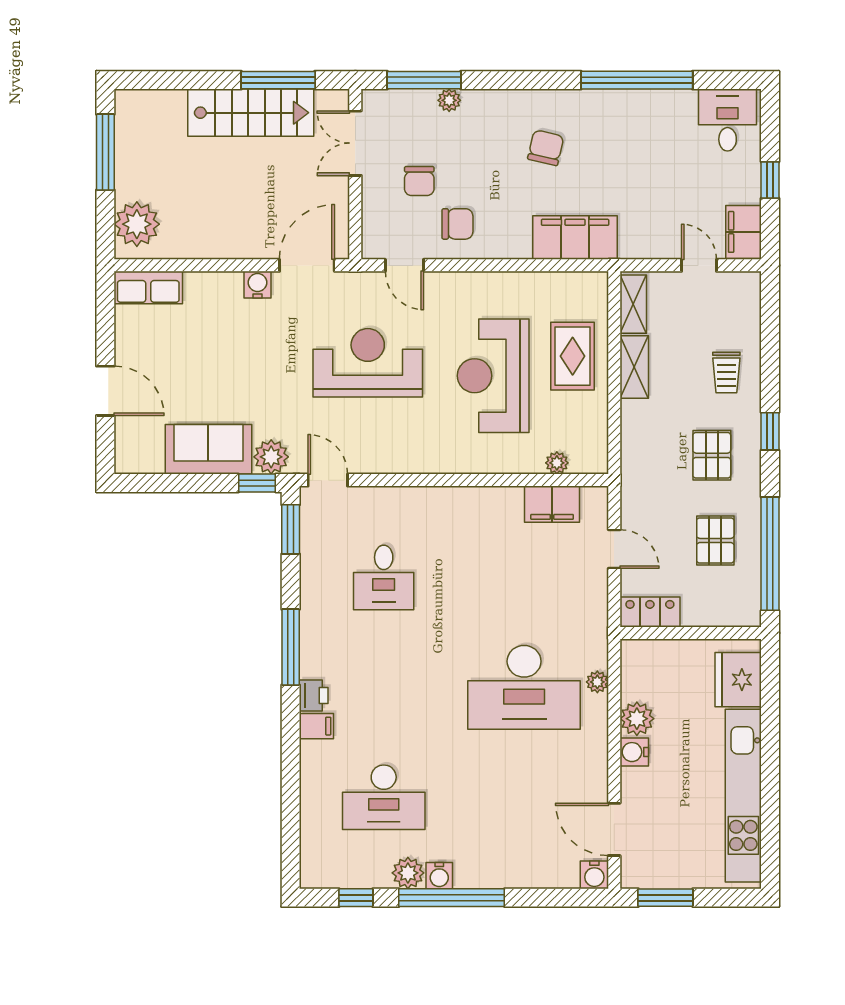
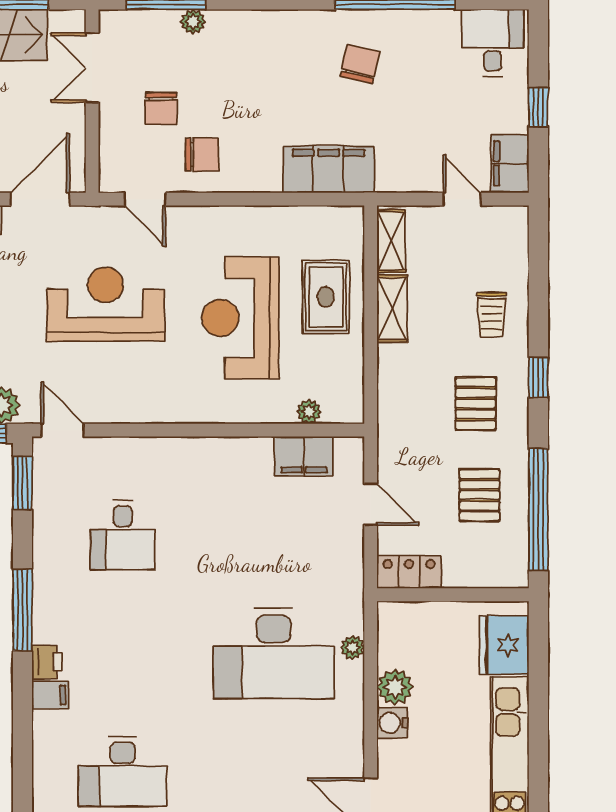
chair: (546, 148) -> (360, 64), moved

